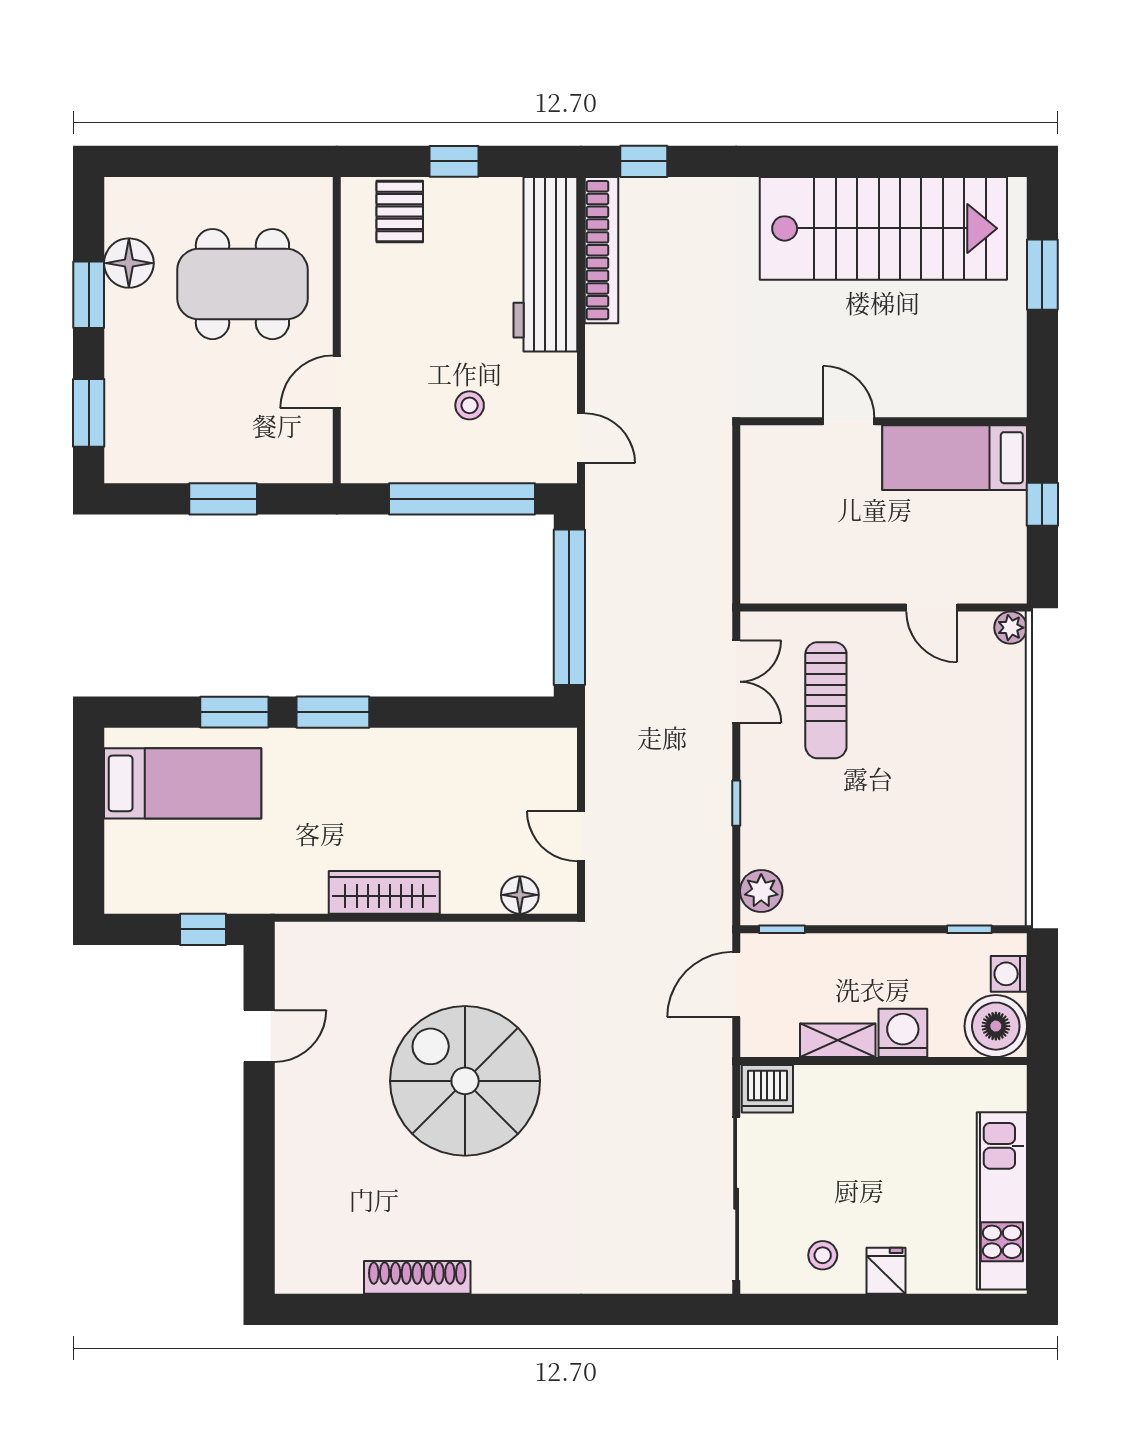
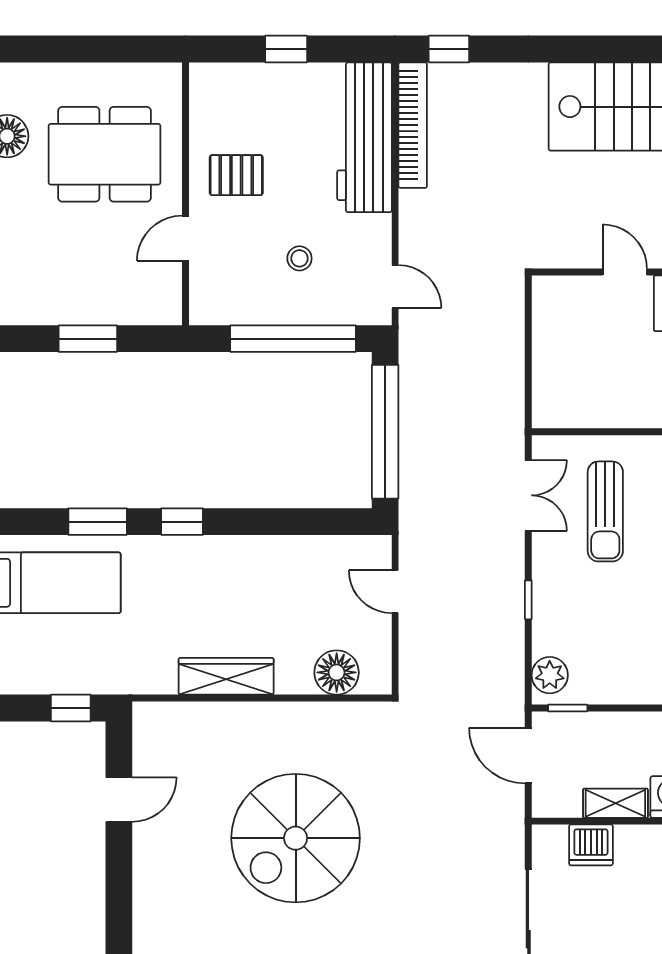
pallet: (400, 211) -> (236, 175), moved, turned 90
window: (333, 712) -> (182, 522), width x0.67
door: (581, 836) -> (395, 592), moved
floor lamp: (520, 895) -> (337, 672), width x1.38, depth x1.38
door: (736, 985) -> (528, 755), hinge flipped
spiral stairs: (465, 1081) -> (296, 838), turned -90
dishwasher: (767, 1089) -> (591, 845), moved

